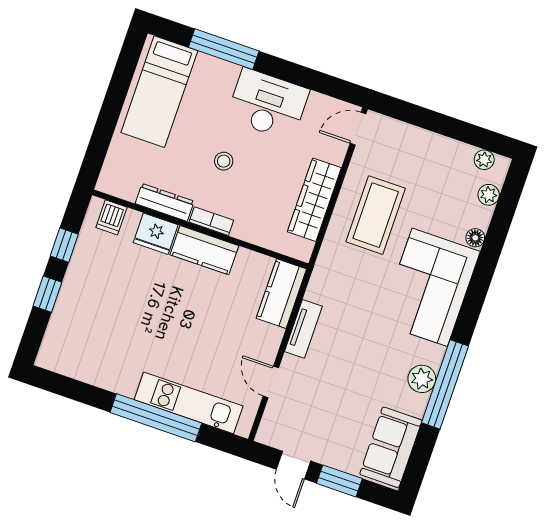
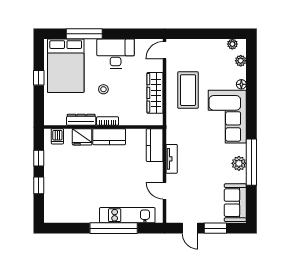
bed: (159, 92) -> (66, 66), width x1.50
window: (114, 100) -> (39, 78), added

